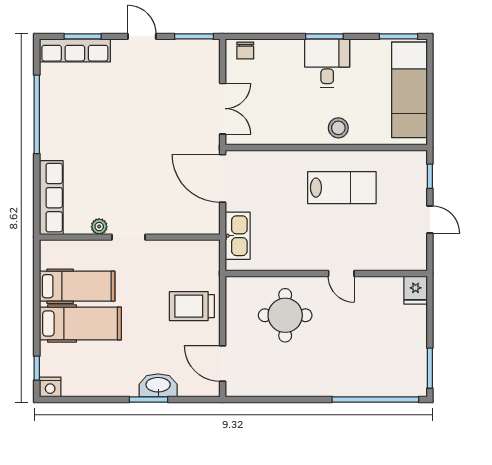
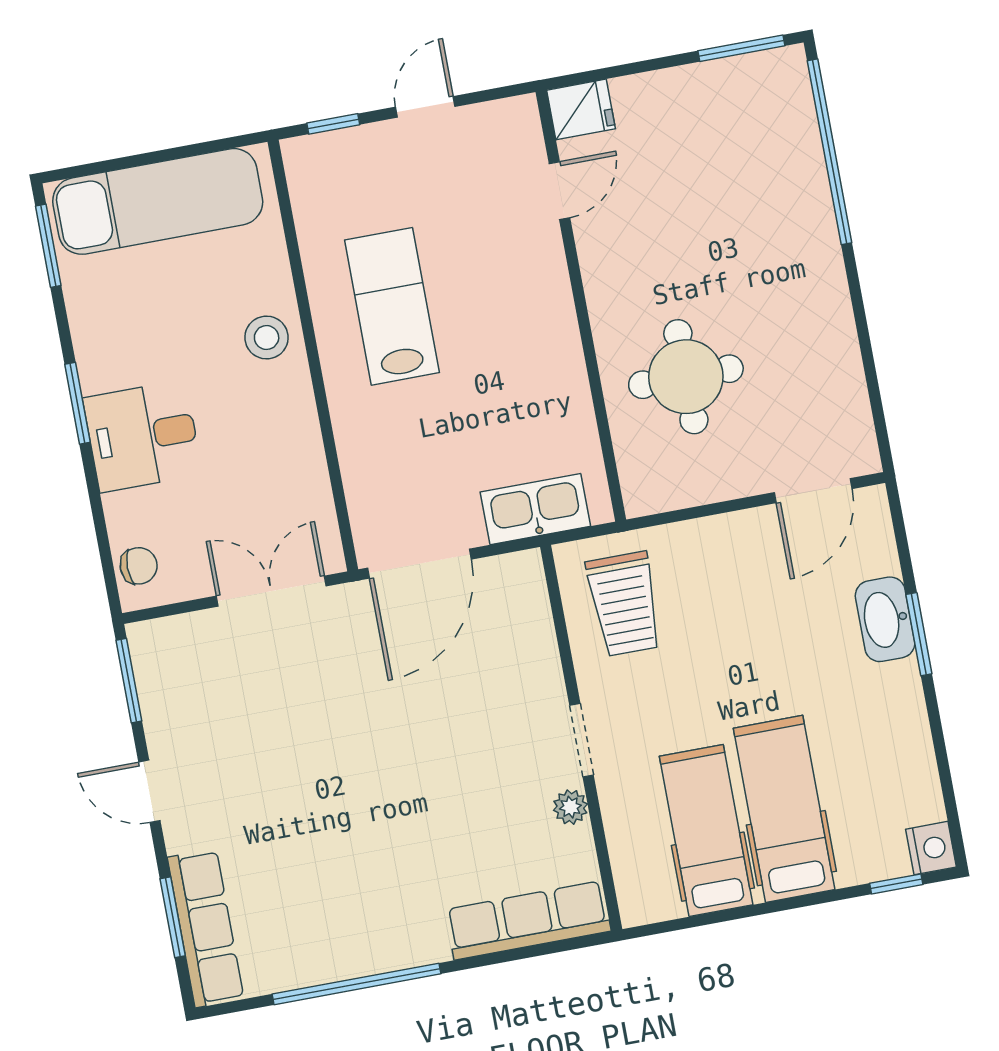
door: (142, 36) -> (149, 791), hinge flipped
desk: (327, 63) -> (142, 436), moved
door: (341, 273) -> (559, 191), moved
trolley: (192, 306) -> (624, 604), moved

